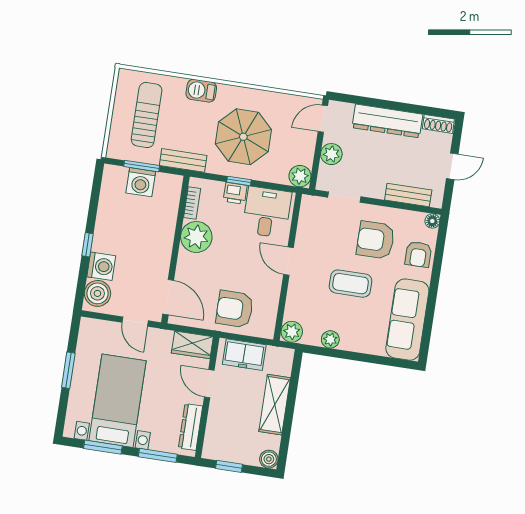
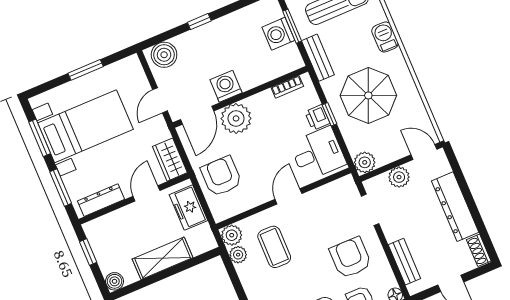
plant: (196, 237) -> (236, 118), moved
washing machine: (101, 266) -> (226, 86), moved, turned 180
coffee table: (351, 284) -> (274, 247), moved
plant: (330, 339) -> (238, 255), moved

